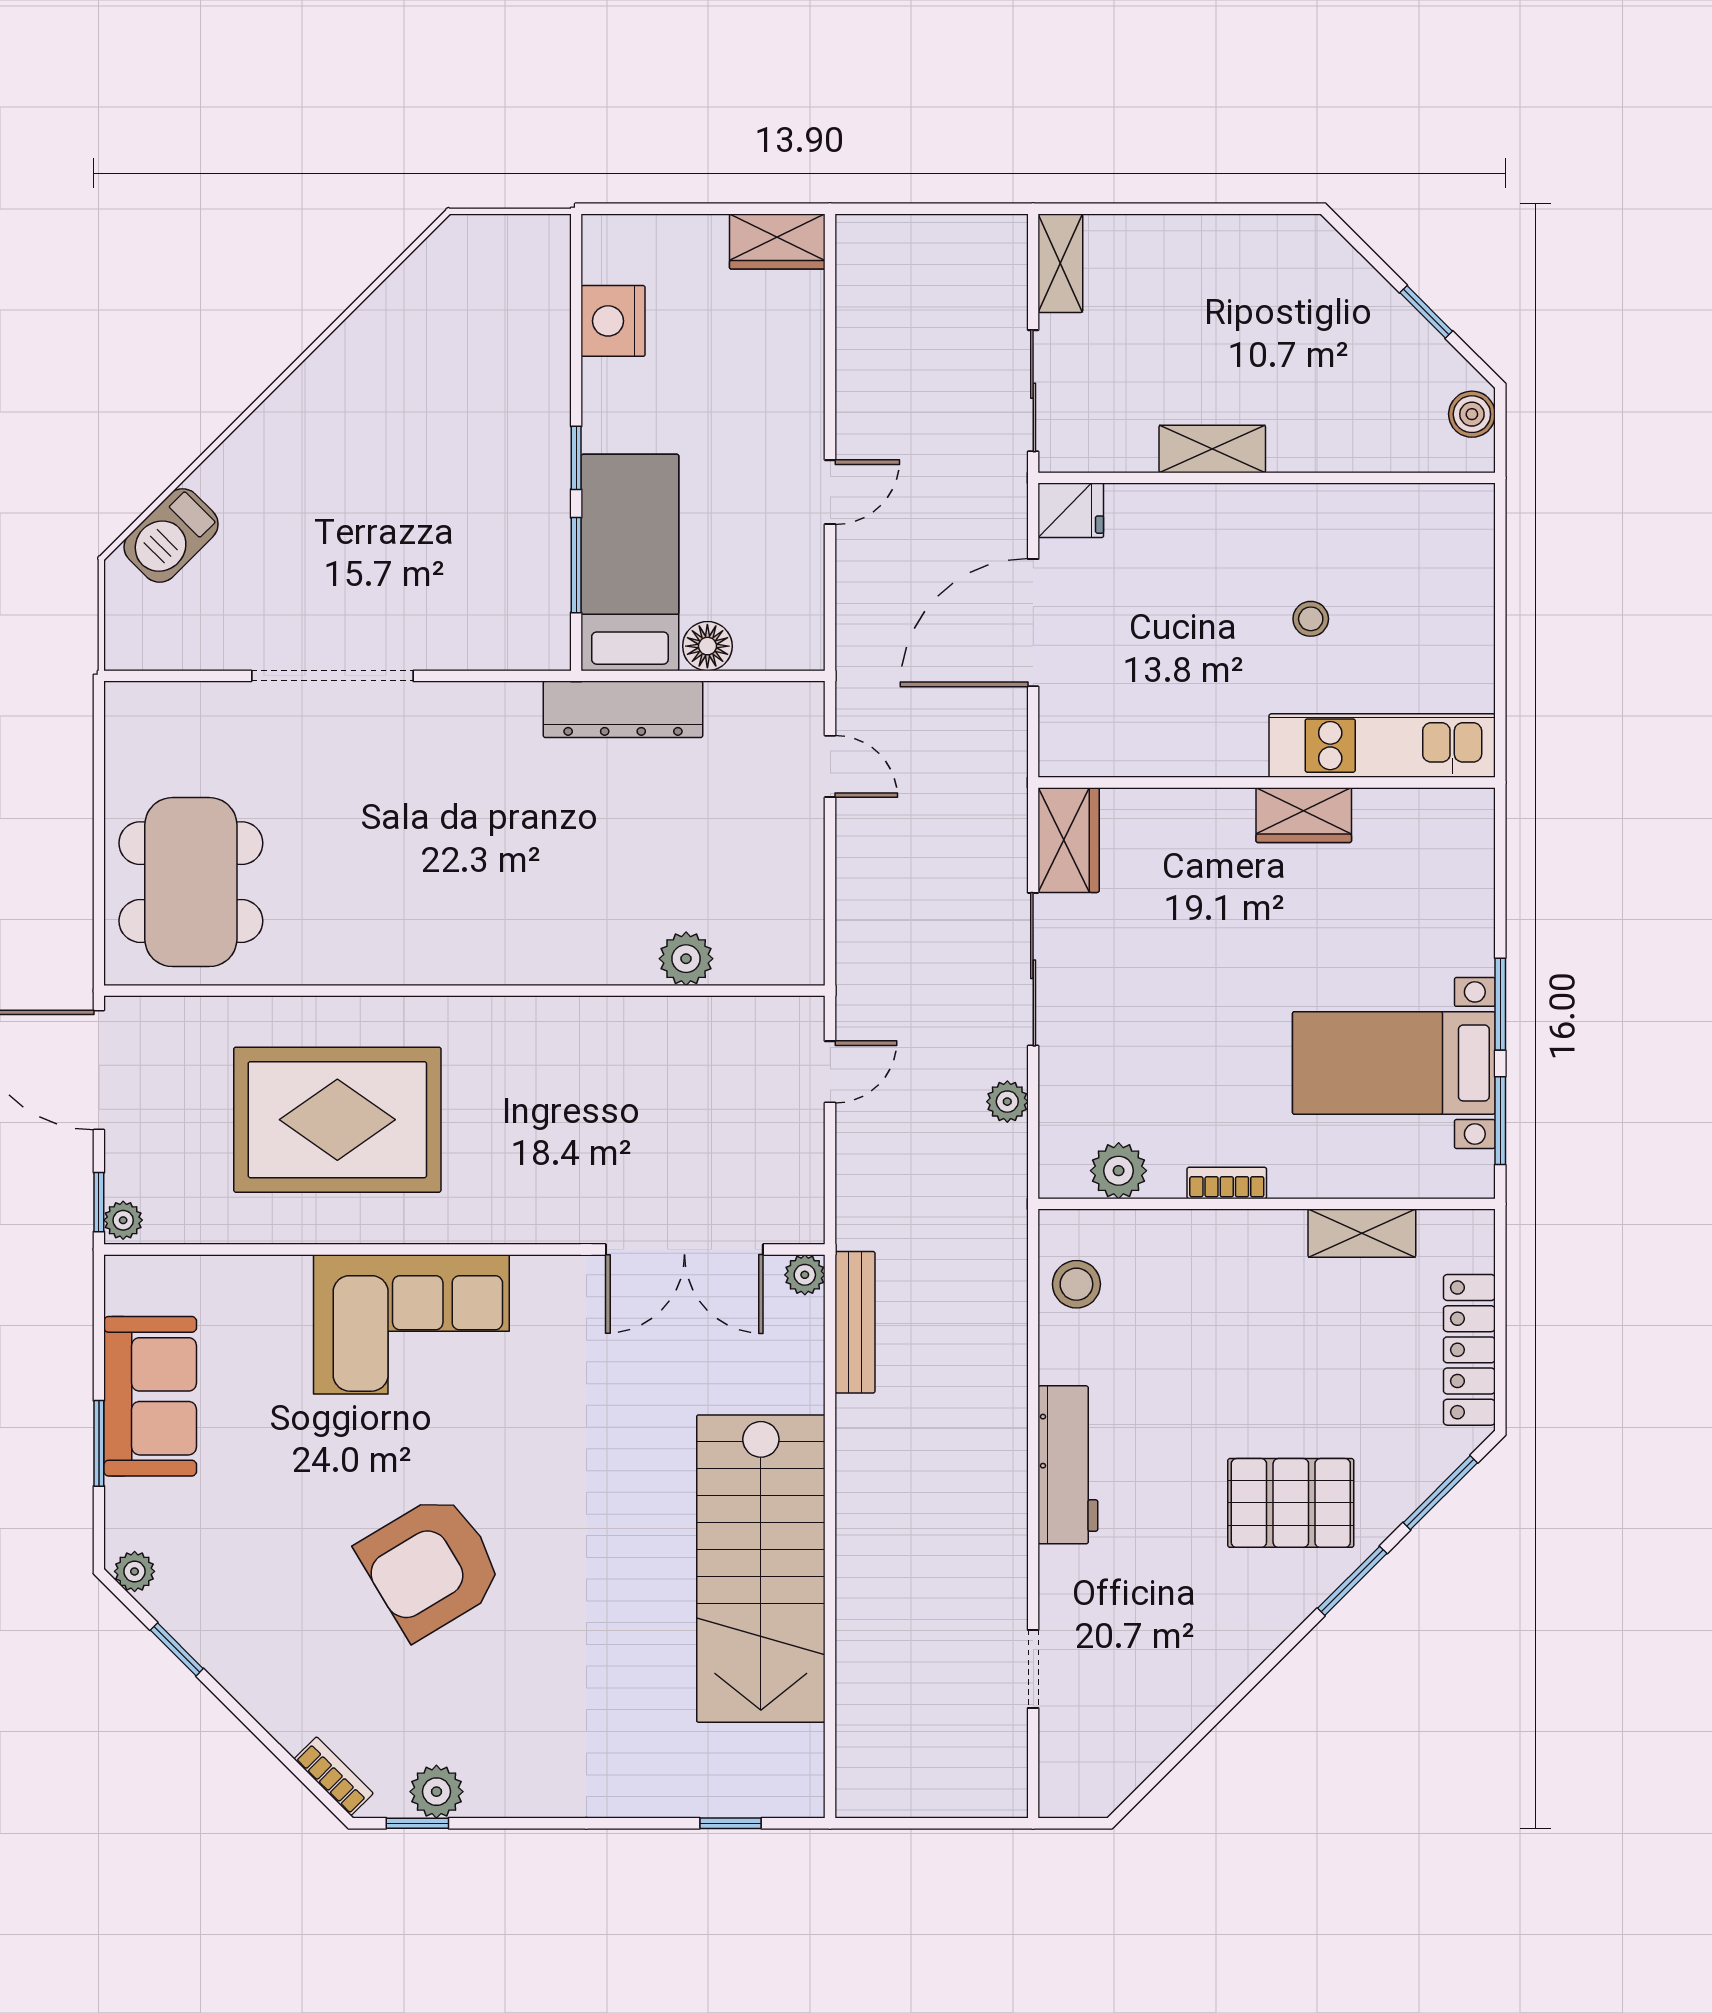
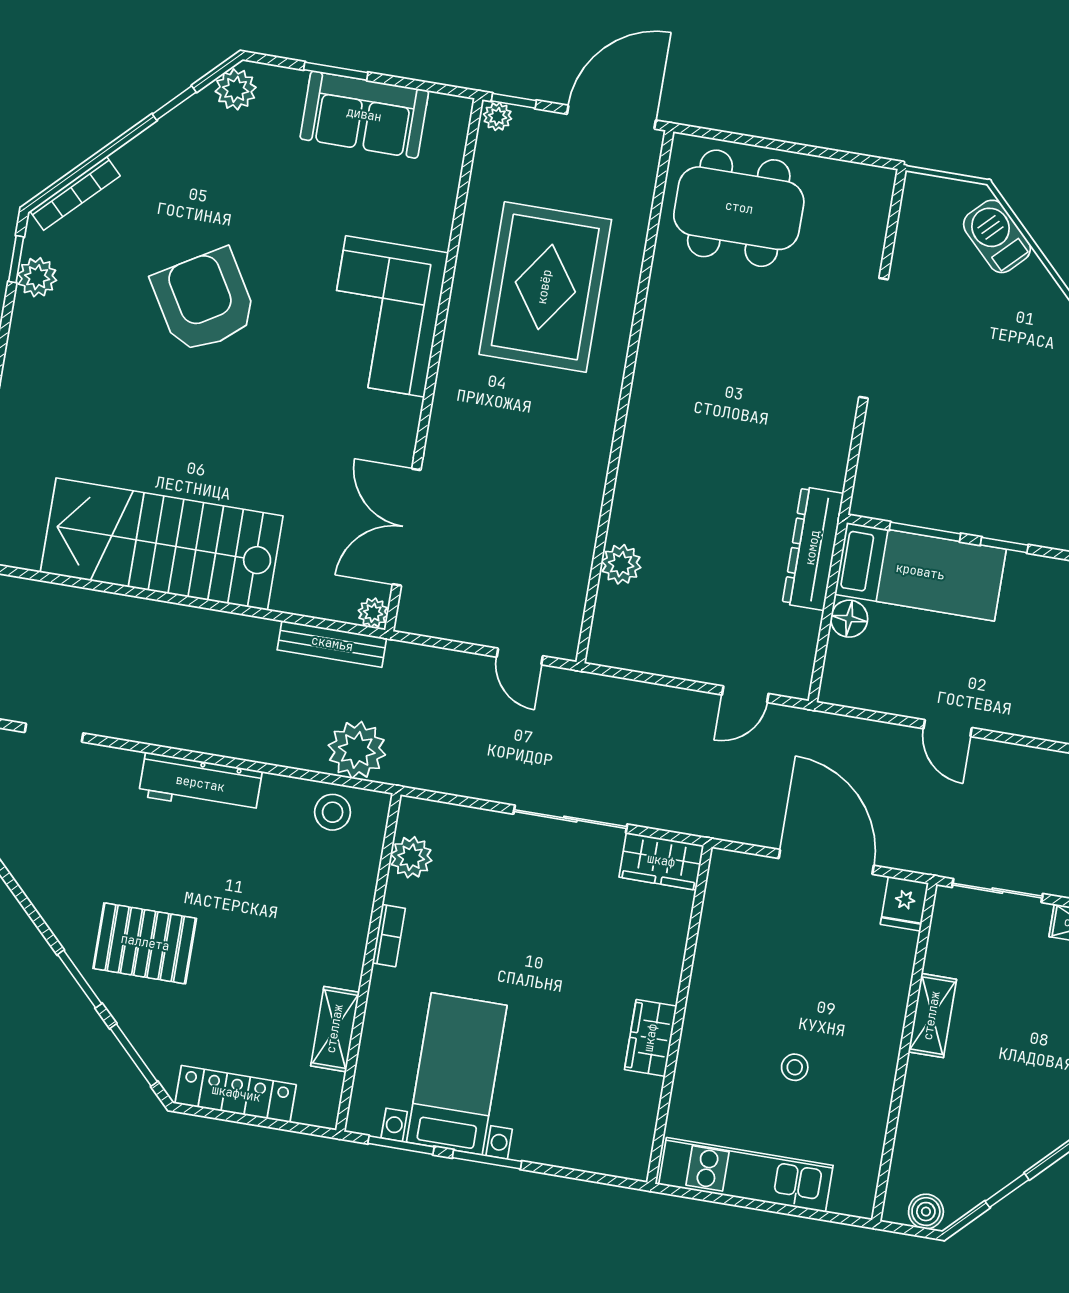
kitchen unit: (1382, 746) -> (746, 1175), moved, turned -90
plant: (1007, 1102) -> (357, 750), moved, width x1.87, depth x1.87
pallet: (1291, 1503) -> (145, 943), turned 90
plant: (135, 1571) -> (236, 89), width x1.38, depth x1.38
bookcase: (334, 1776) -> (75, 193), width x1.56

